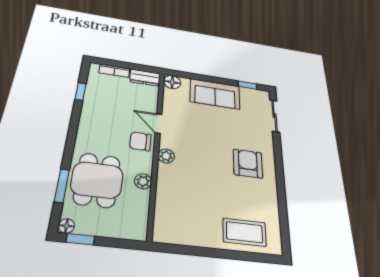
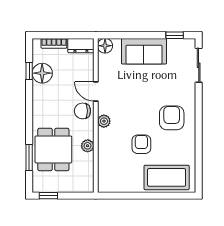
armchair: (212, 188) -> (141, 144), added
floor lamp: (66, 226) -> (42, 73), moved, width x1.89, depth x1.89
coffee table: (244, 232) -> (167, 177), width x1.36, depth x1.32

